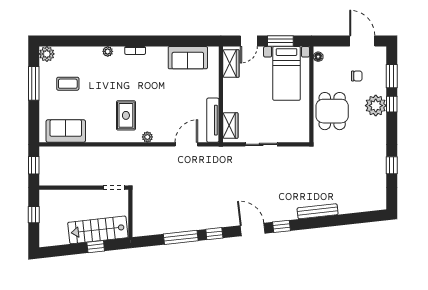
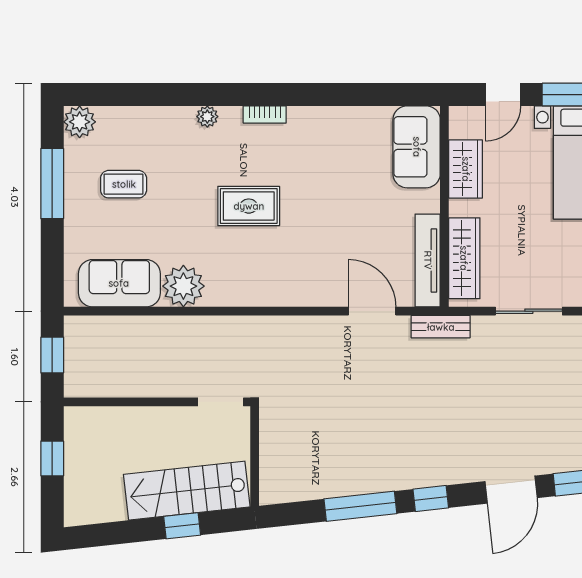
sofa: (188, 58) -> (417, 147), moved, turned 90
wardrobe: (231, 63) -> (466, 169), moved
rug: (126, 115) -> (249, 206), moved, turned 90
wardrobe: (230, 125) -> (464, 258), width x1.50
plant: (147, 137) -> (183, 286), moved, width x1.88, depth x1.88
door: (186, 144) -> (372, 311), hinge flipped
bench: (219, 152) -> (441, 327), added
door: (253, 229) -> (511, 490), swing flipped

